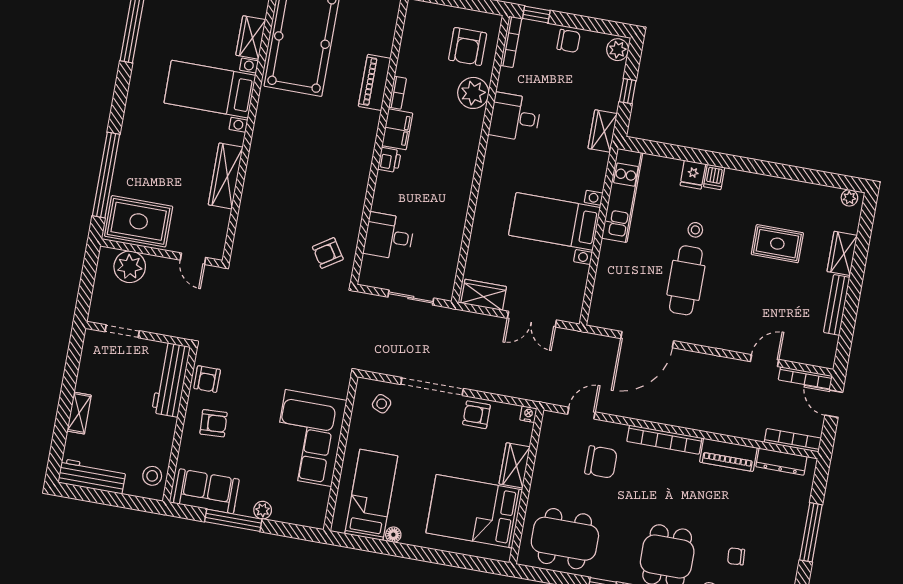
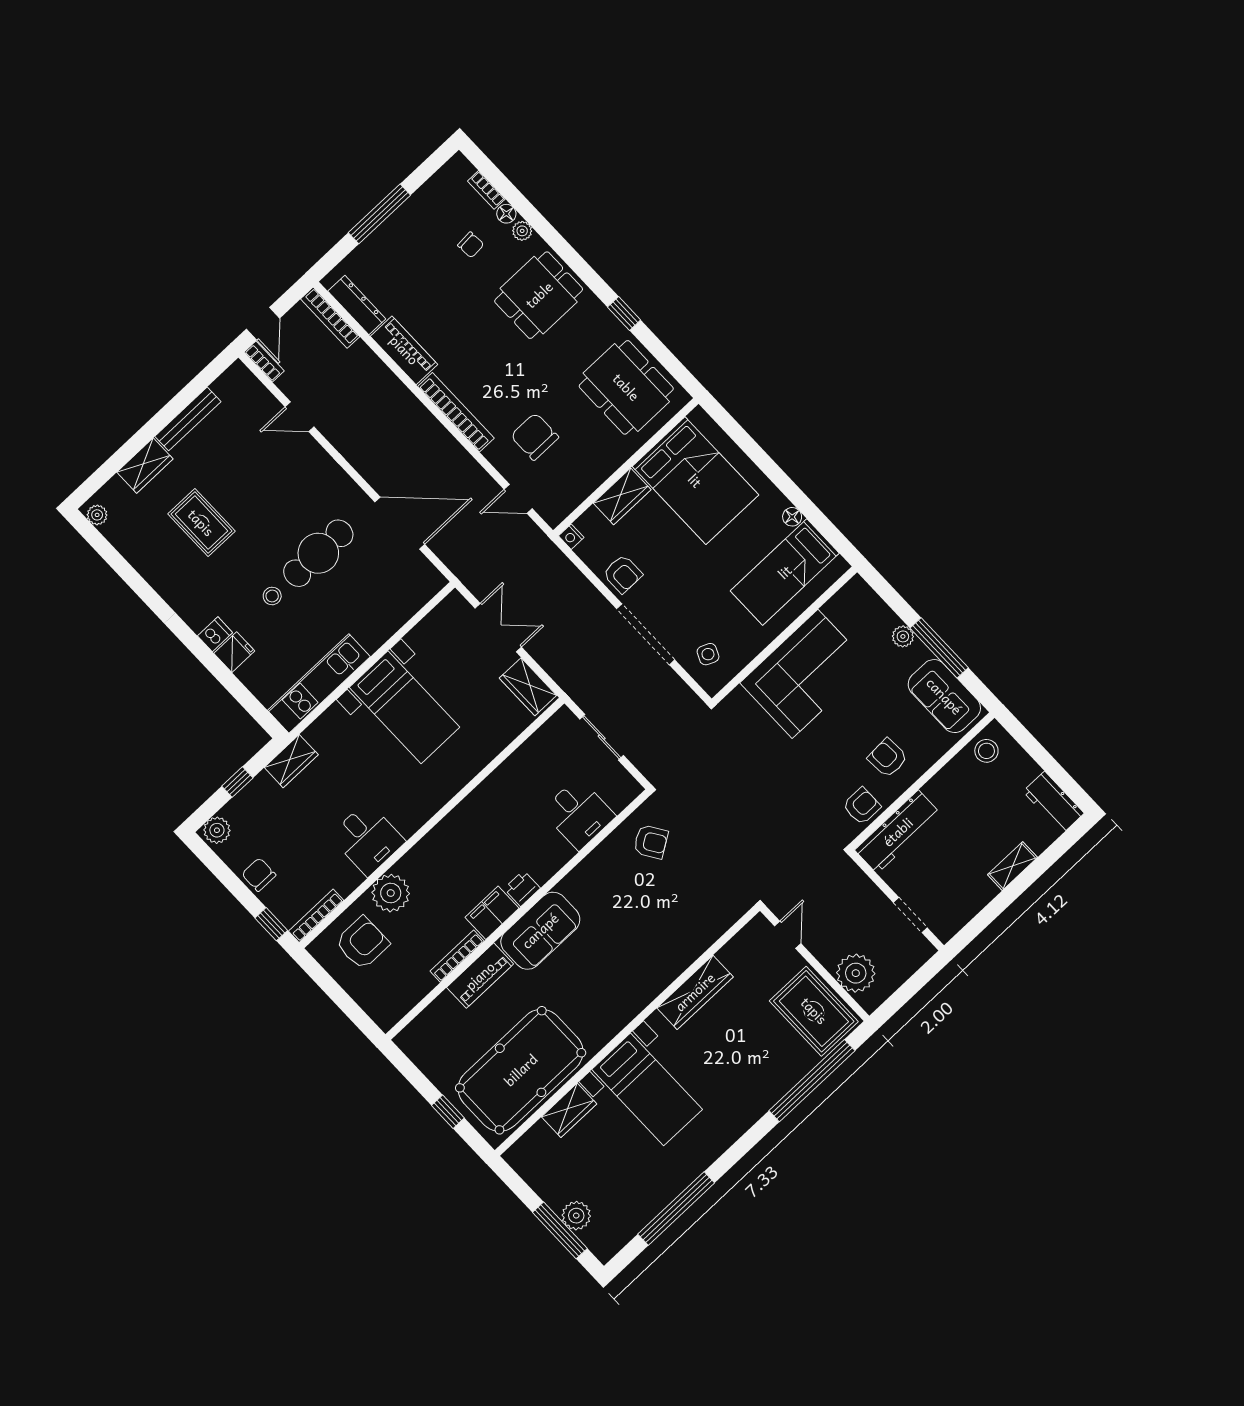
bookcase: (398, 93) -> (457, 956), width x1.56
sofa: (357, 141) -> (540, 931), added
bookcase: (805, 378) -> (264, 362), width x0.64
workbench: (92, 476) -> (1054, 802), width x0.73

